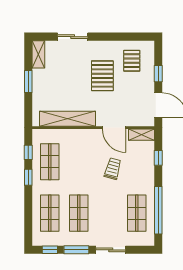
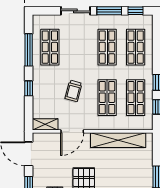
door: (114, 128) -> (72, 131), swing flipped
window: (158, 158) -> (29, 88), moved
shop shelf: (79, 162) -> (107, 98), added
window: (158, 210) -> (29, 50), width x0.68

